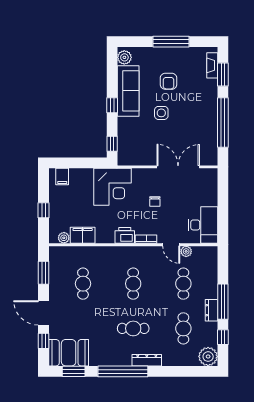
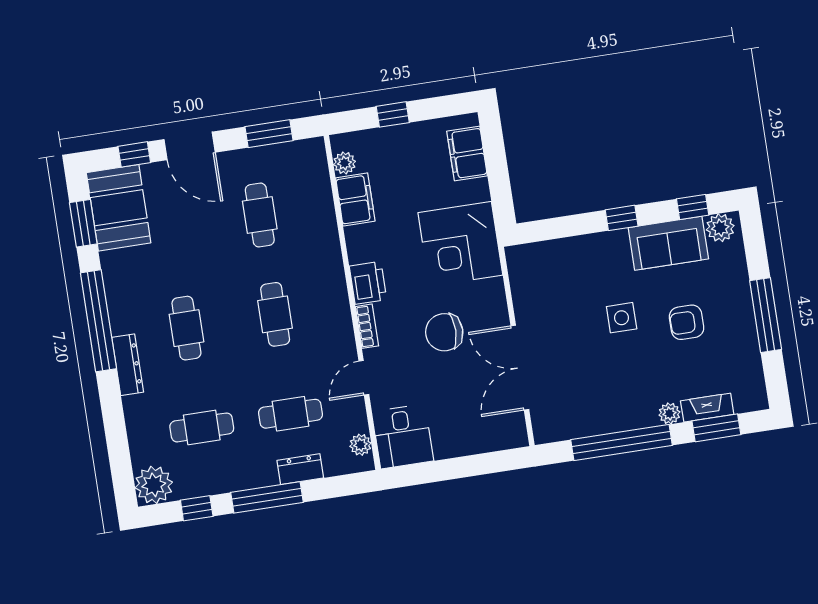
fireplace: (212, 65) -> (707, 408), moved
sofa: (128, 91) -> (668, 243), width x0.73
plant: (212, 97) -> (669, 413), added
window: (112, 144) -> (693, 207), moved
double door: (178, 167) -> (520, 368), swing flipped
filing cabinet: (62, 177) -> (467, 153), width x2.00
chair: (155, 202) -> (444, 332), width x1.87, depth x1.87
desk: (203, 225) -> (403, 436), width x0.73
plant: (186, 251) -> (360, 445), moved
cafe table: (83, 284) -> (260, 215), turned 90
cafe table: (133, 284) -> (275, 314), turned 90
dresser: (211, 310) -> (300, 469), moved
door: (44, 313) -> (190, 146), swing flipped

